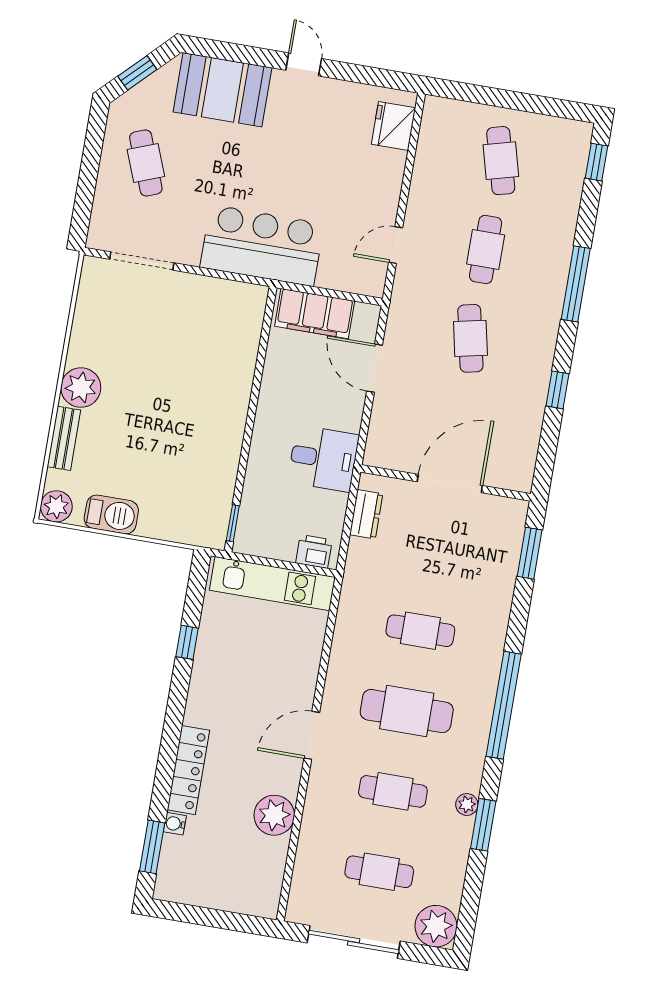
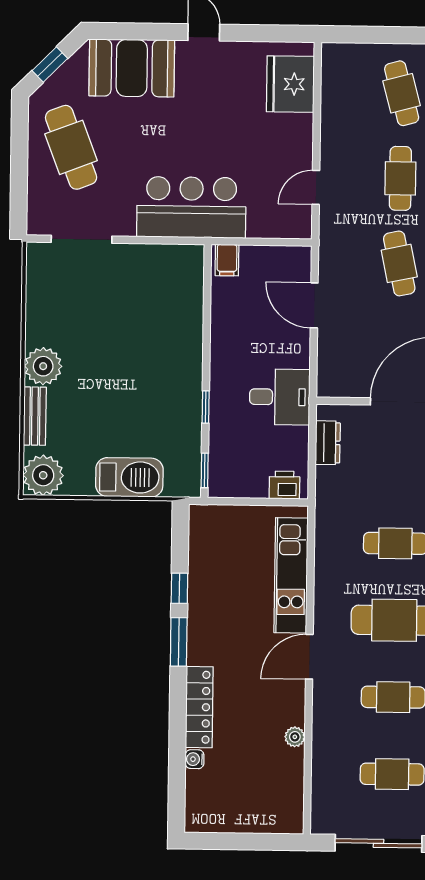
fridge: (393, 126) -> (290, 84), width x1.36, depth x1.34
cafe table: (146, 163) -> (71, 147), width x1.37, depth x1.35
filing cabinet: (315, 314) -> (227, 260), width x0.33, depth x0.86
window: (244, 457) -> (206, 407), added
plant: (56, 506) -> (43, 475), width x1.36, depth x1.36
barbecue: (111, 515) -> (129, 477), moved, width x1.37, depth x1.21
kitchen unit: (272, 584) -> (291, 575), moved, turned 90
plant: (274, 815) -> (295, 737), width x0.53, depth x0.53
window: (152, 847) -> (179, 642), moved

